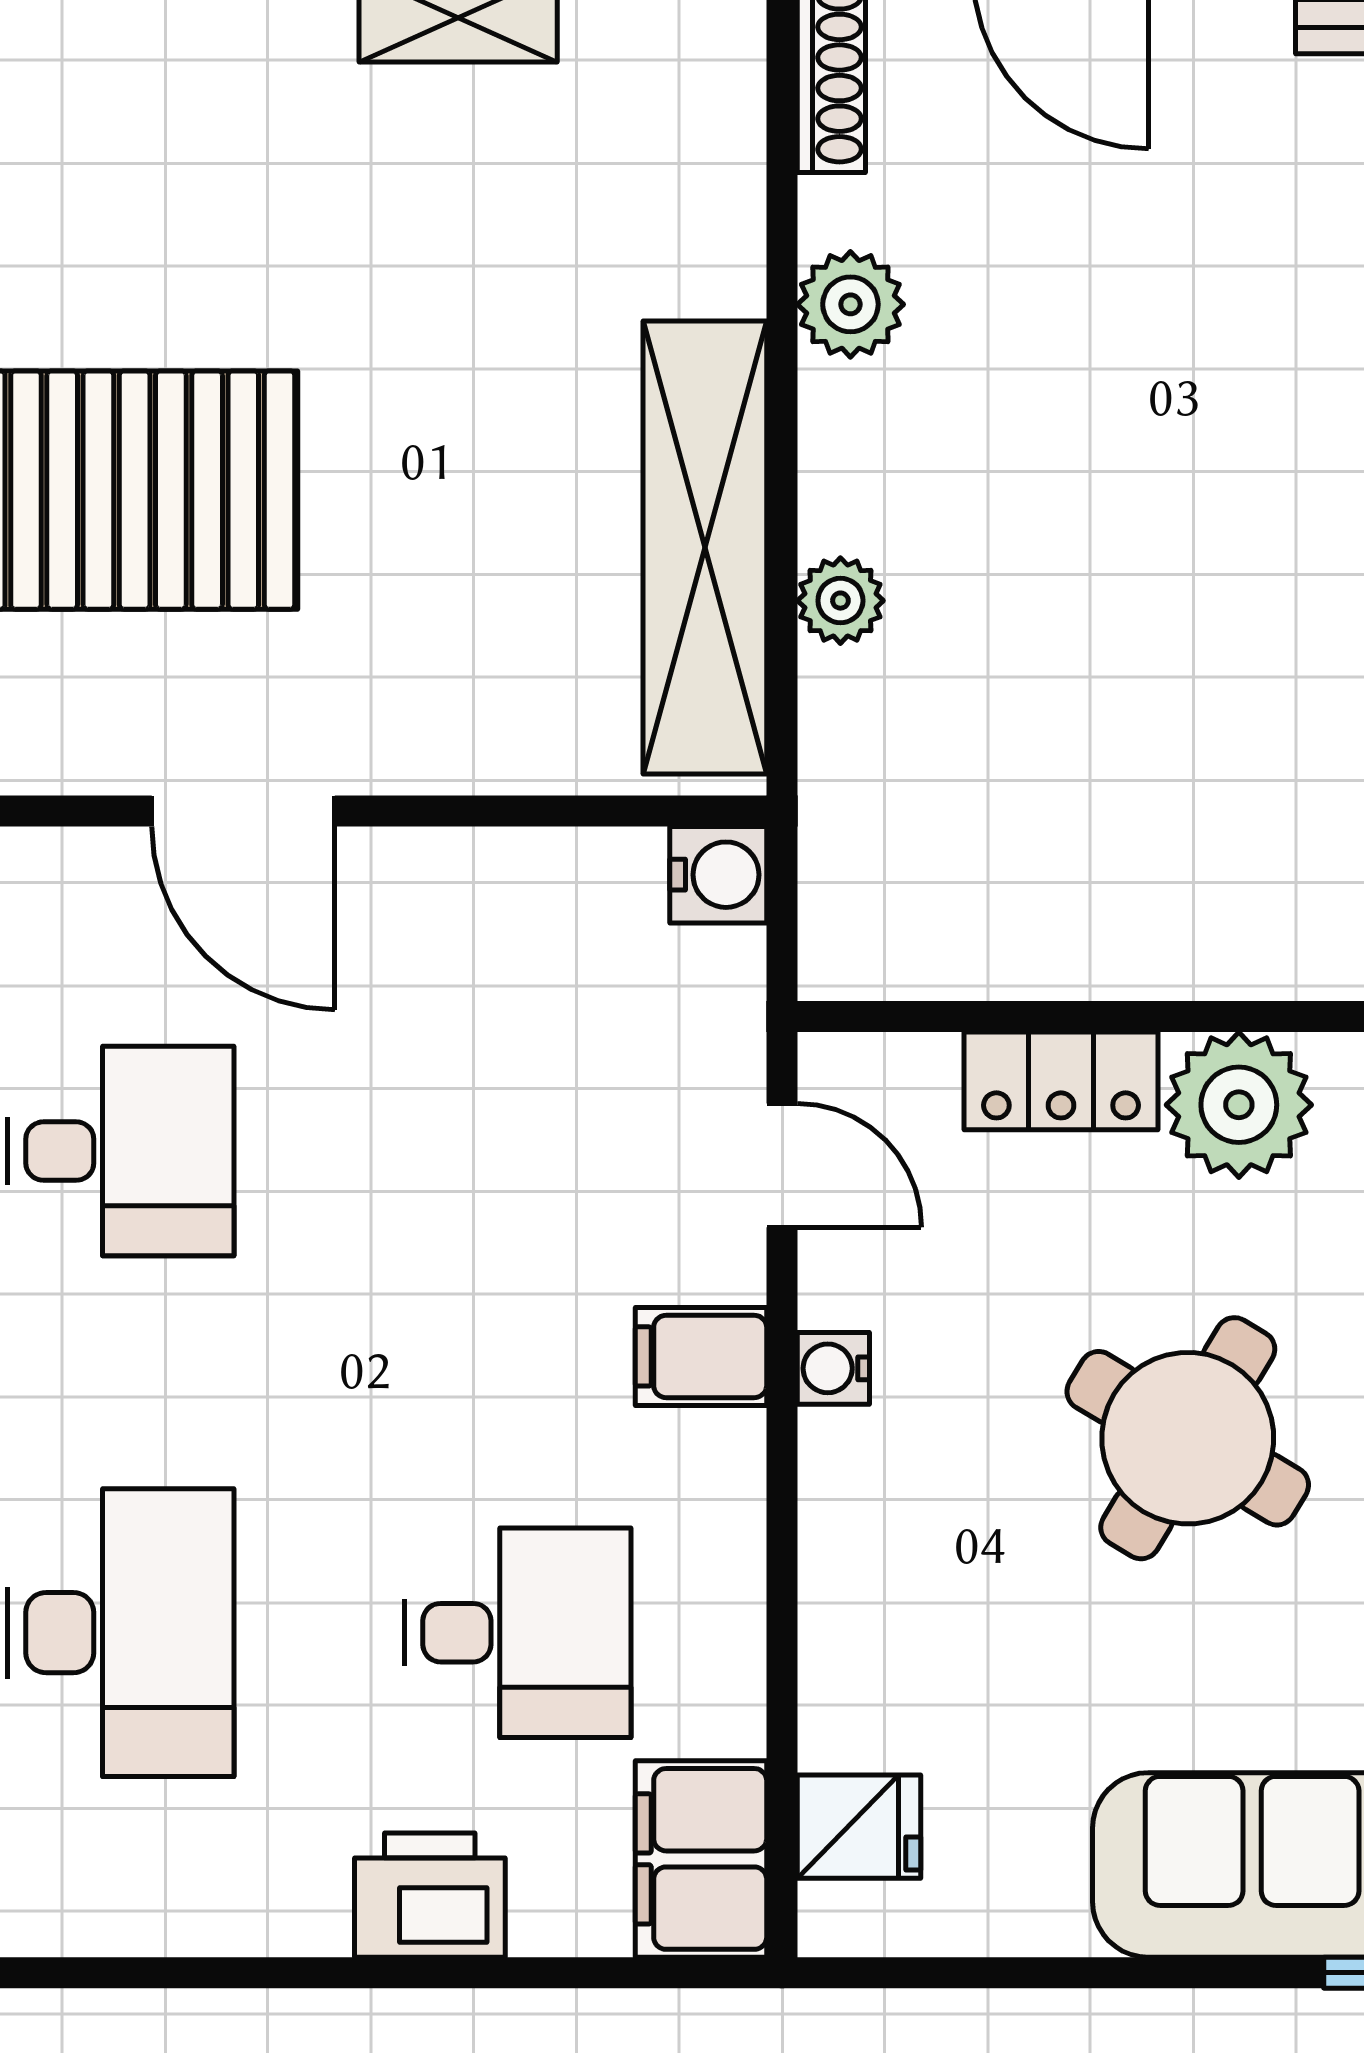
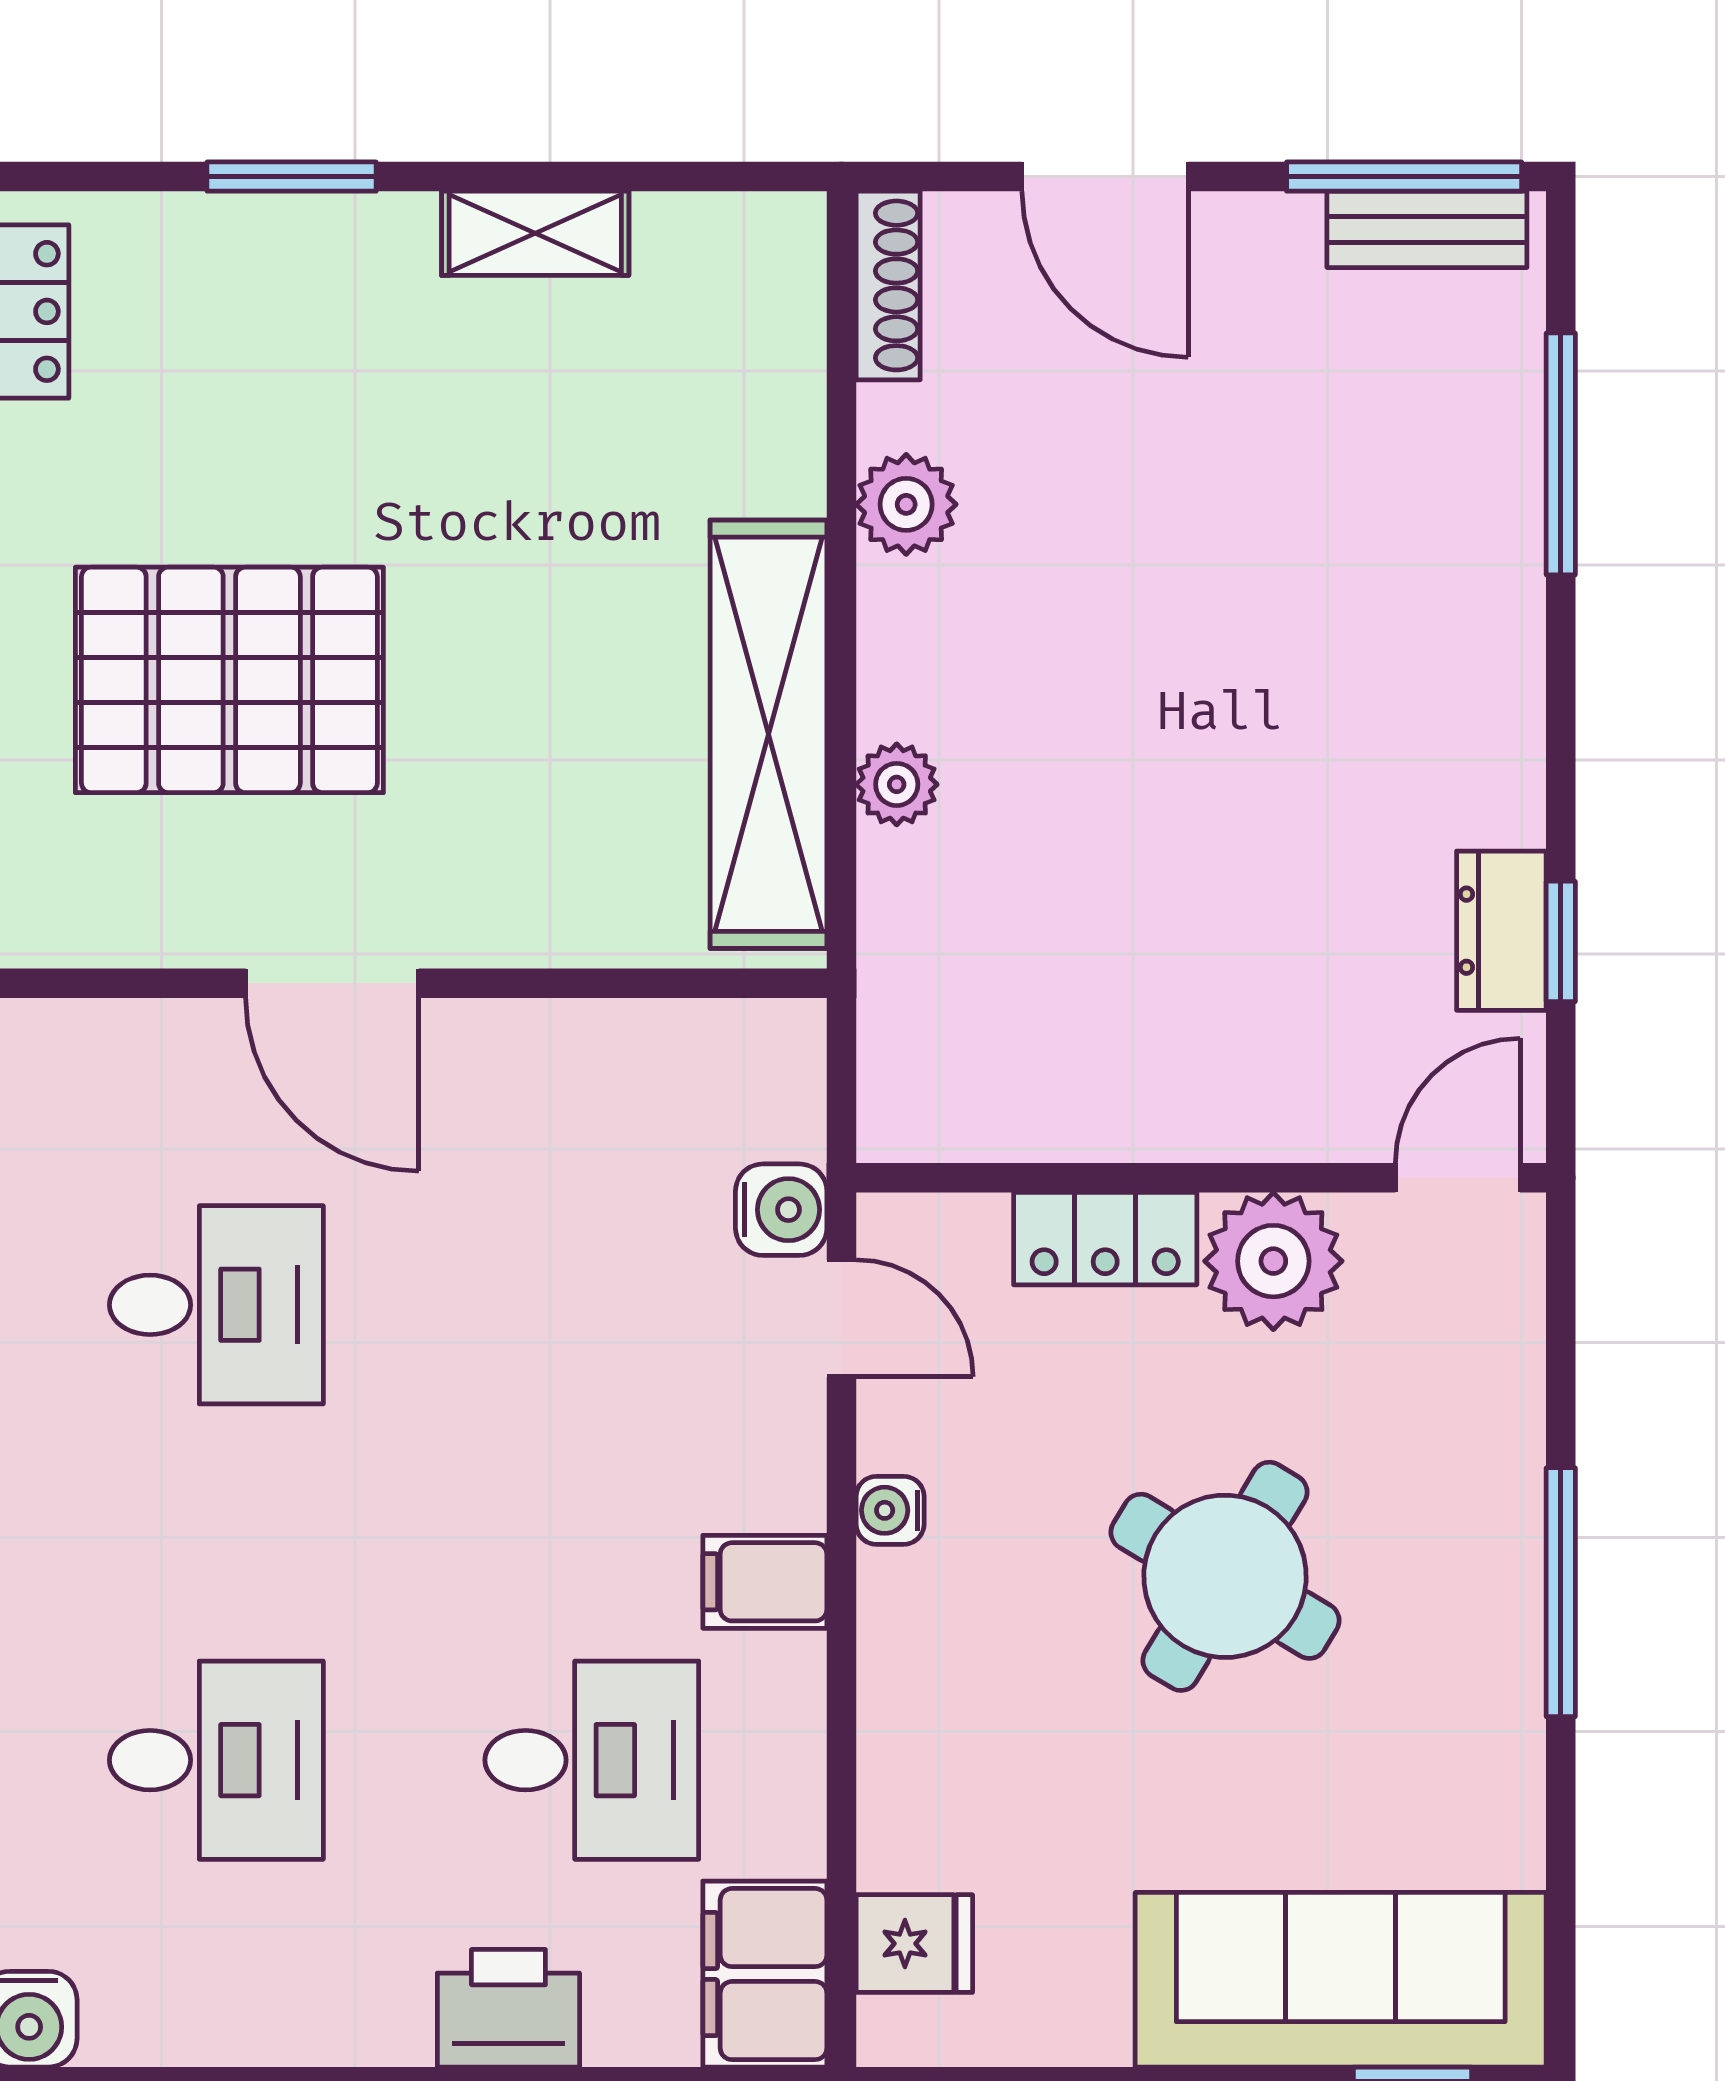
water cooler: (718, 875) -> (781, 1210), moved
filing cabinet: (701, 1356) -> (765, 1582), moved
desk: (121, 1633) -> (216, 1760), width x0.73

